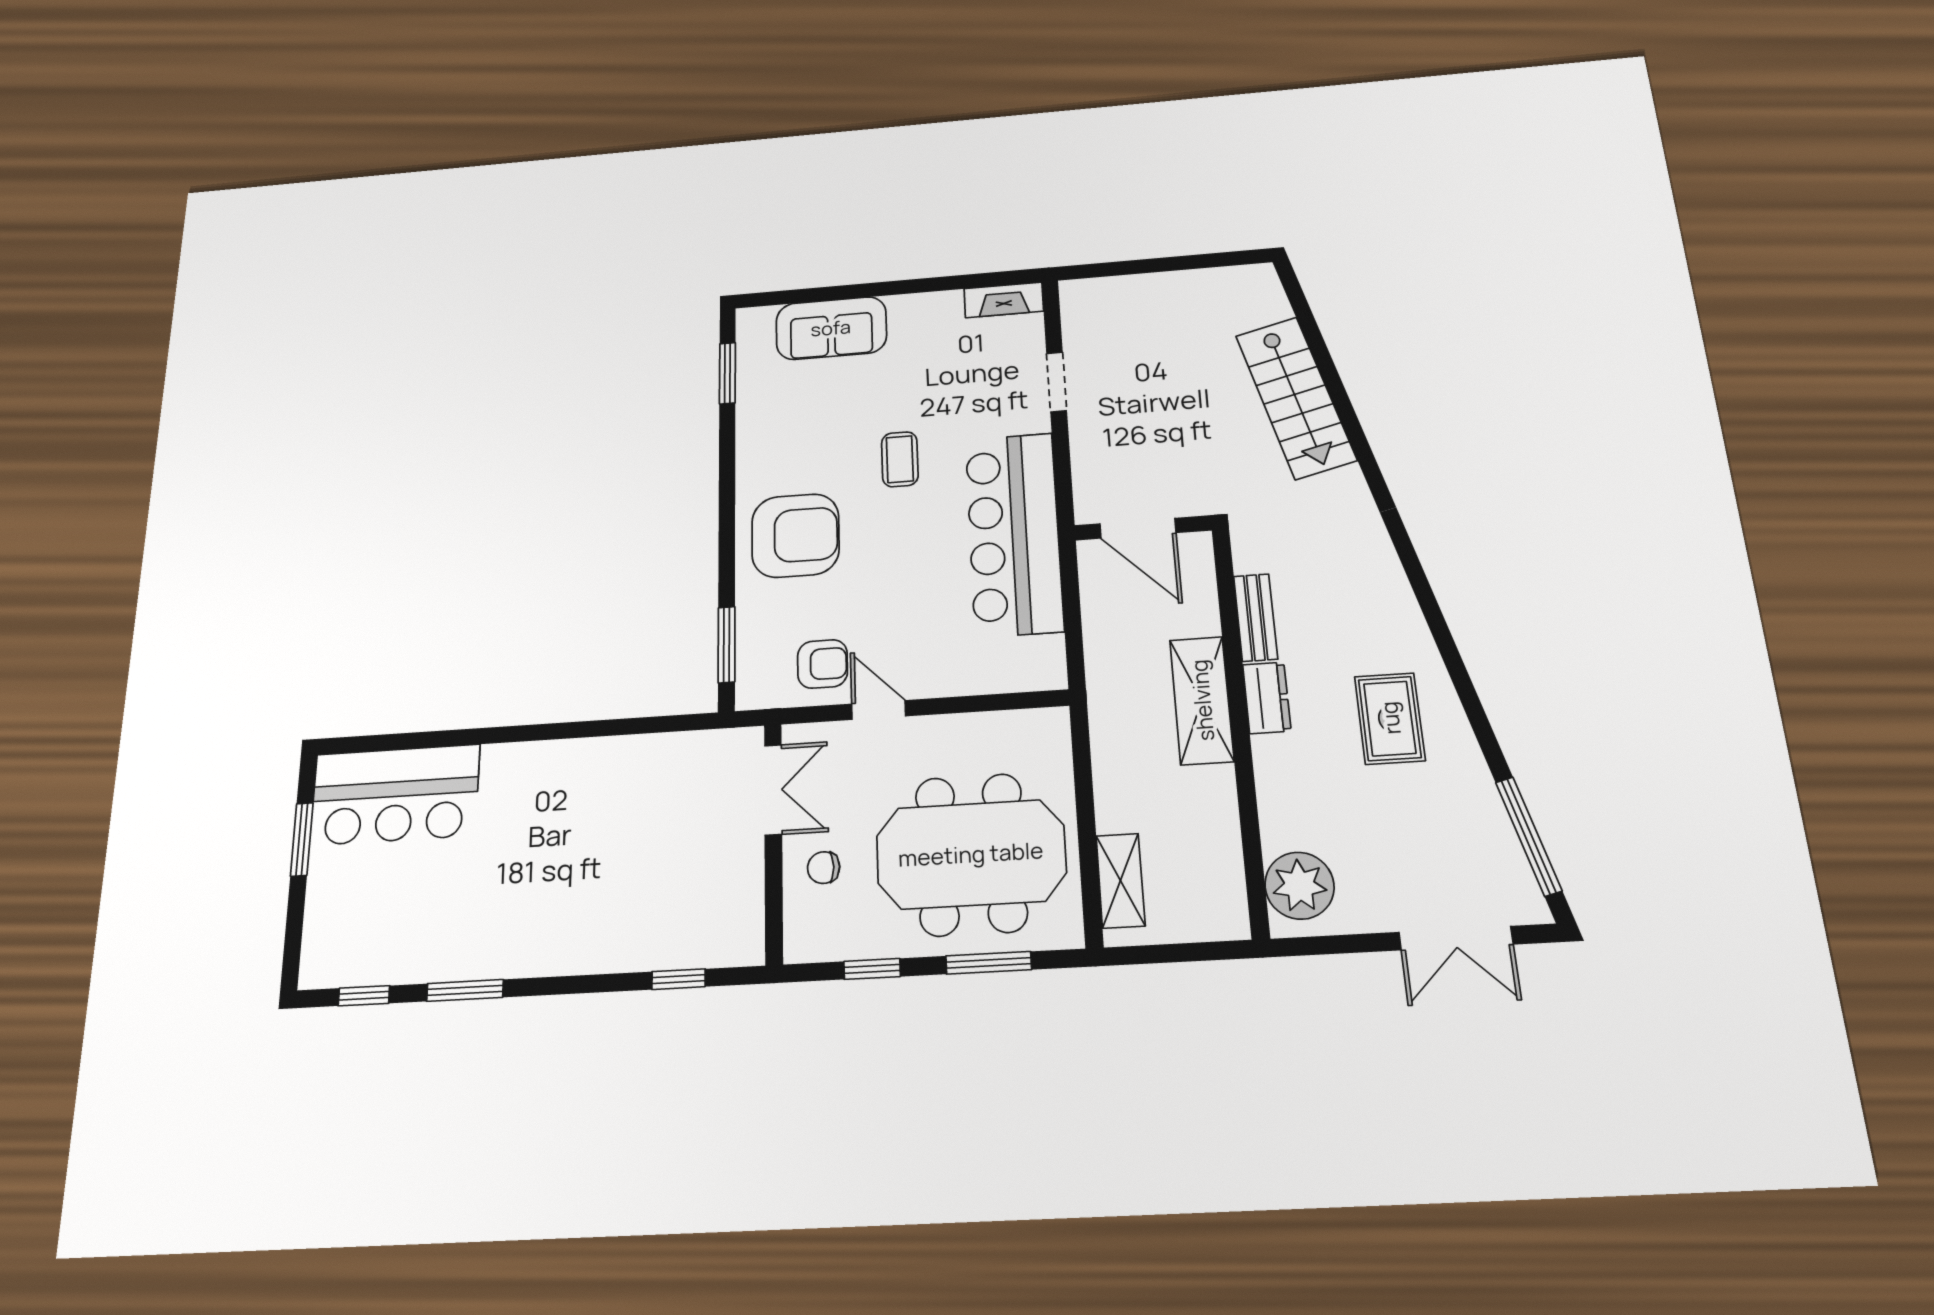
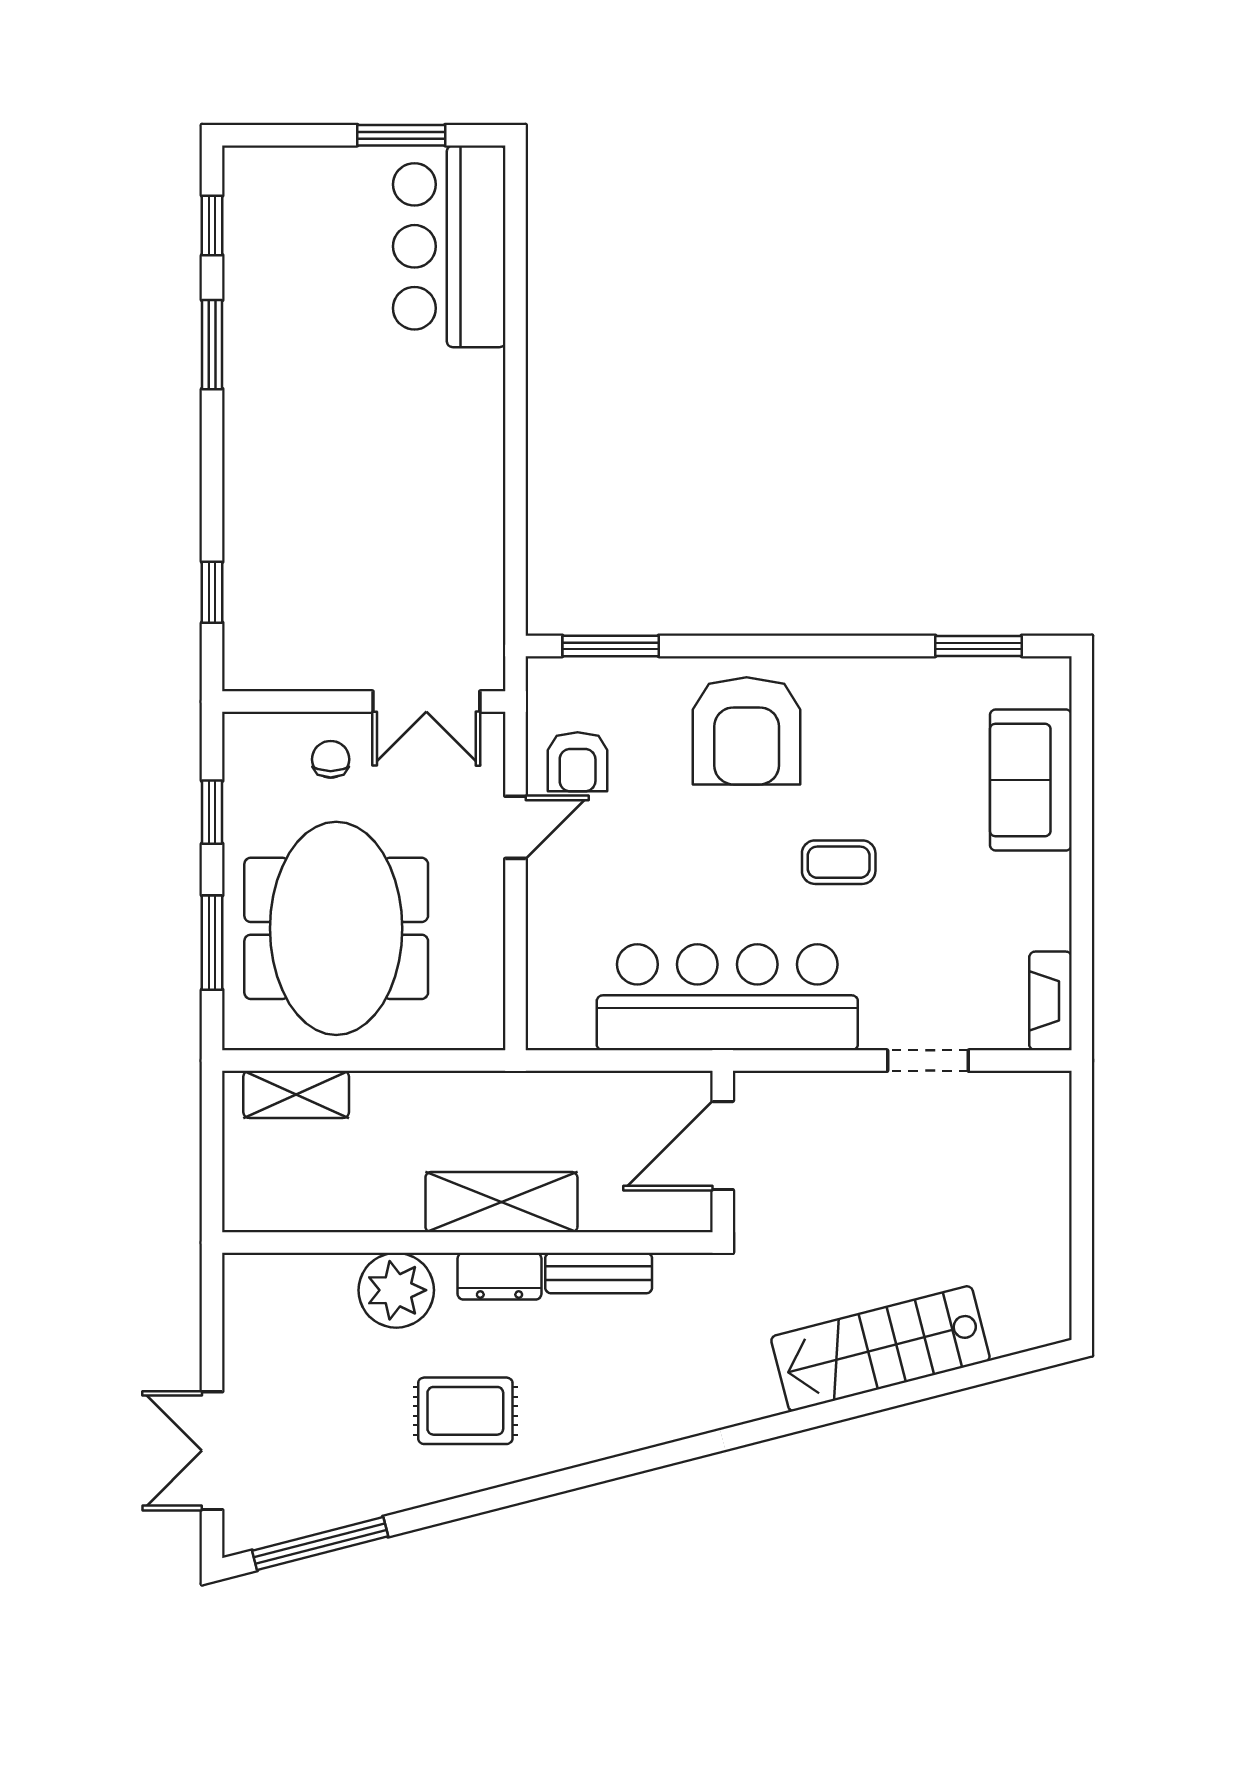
plant: (1299, 886) -> (396, 1290), moved

